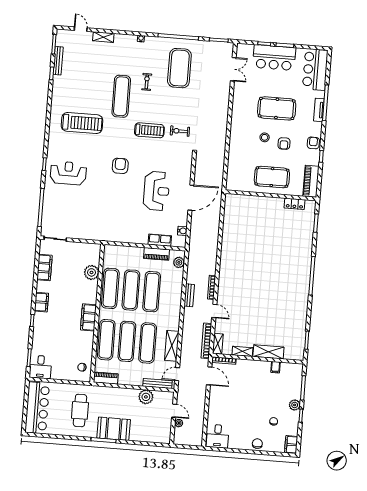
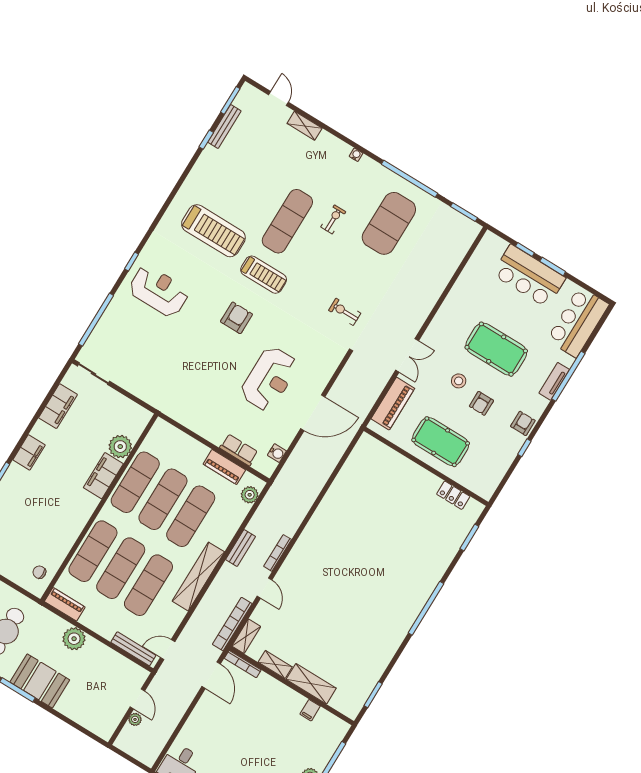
double door: (233, 69) -> (407, 355), moved
treadmill: (149, 130) -> (264, 275), moved
piano: (311, 181) -> (393, 404), moved, turned 180
filing cabinet: (88, 317) -> (103, 476), moved
shelving: (172, 346) -> (198, 577), moved, width x1.47
plant: (146, 397) -> (74, 639), moved

